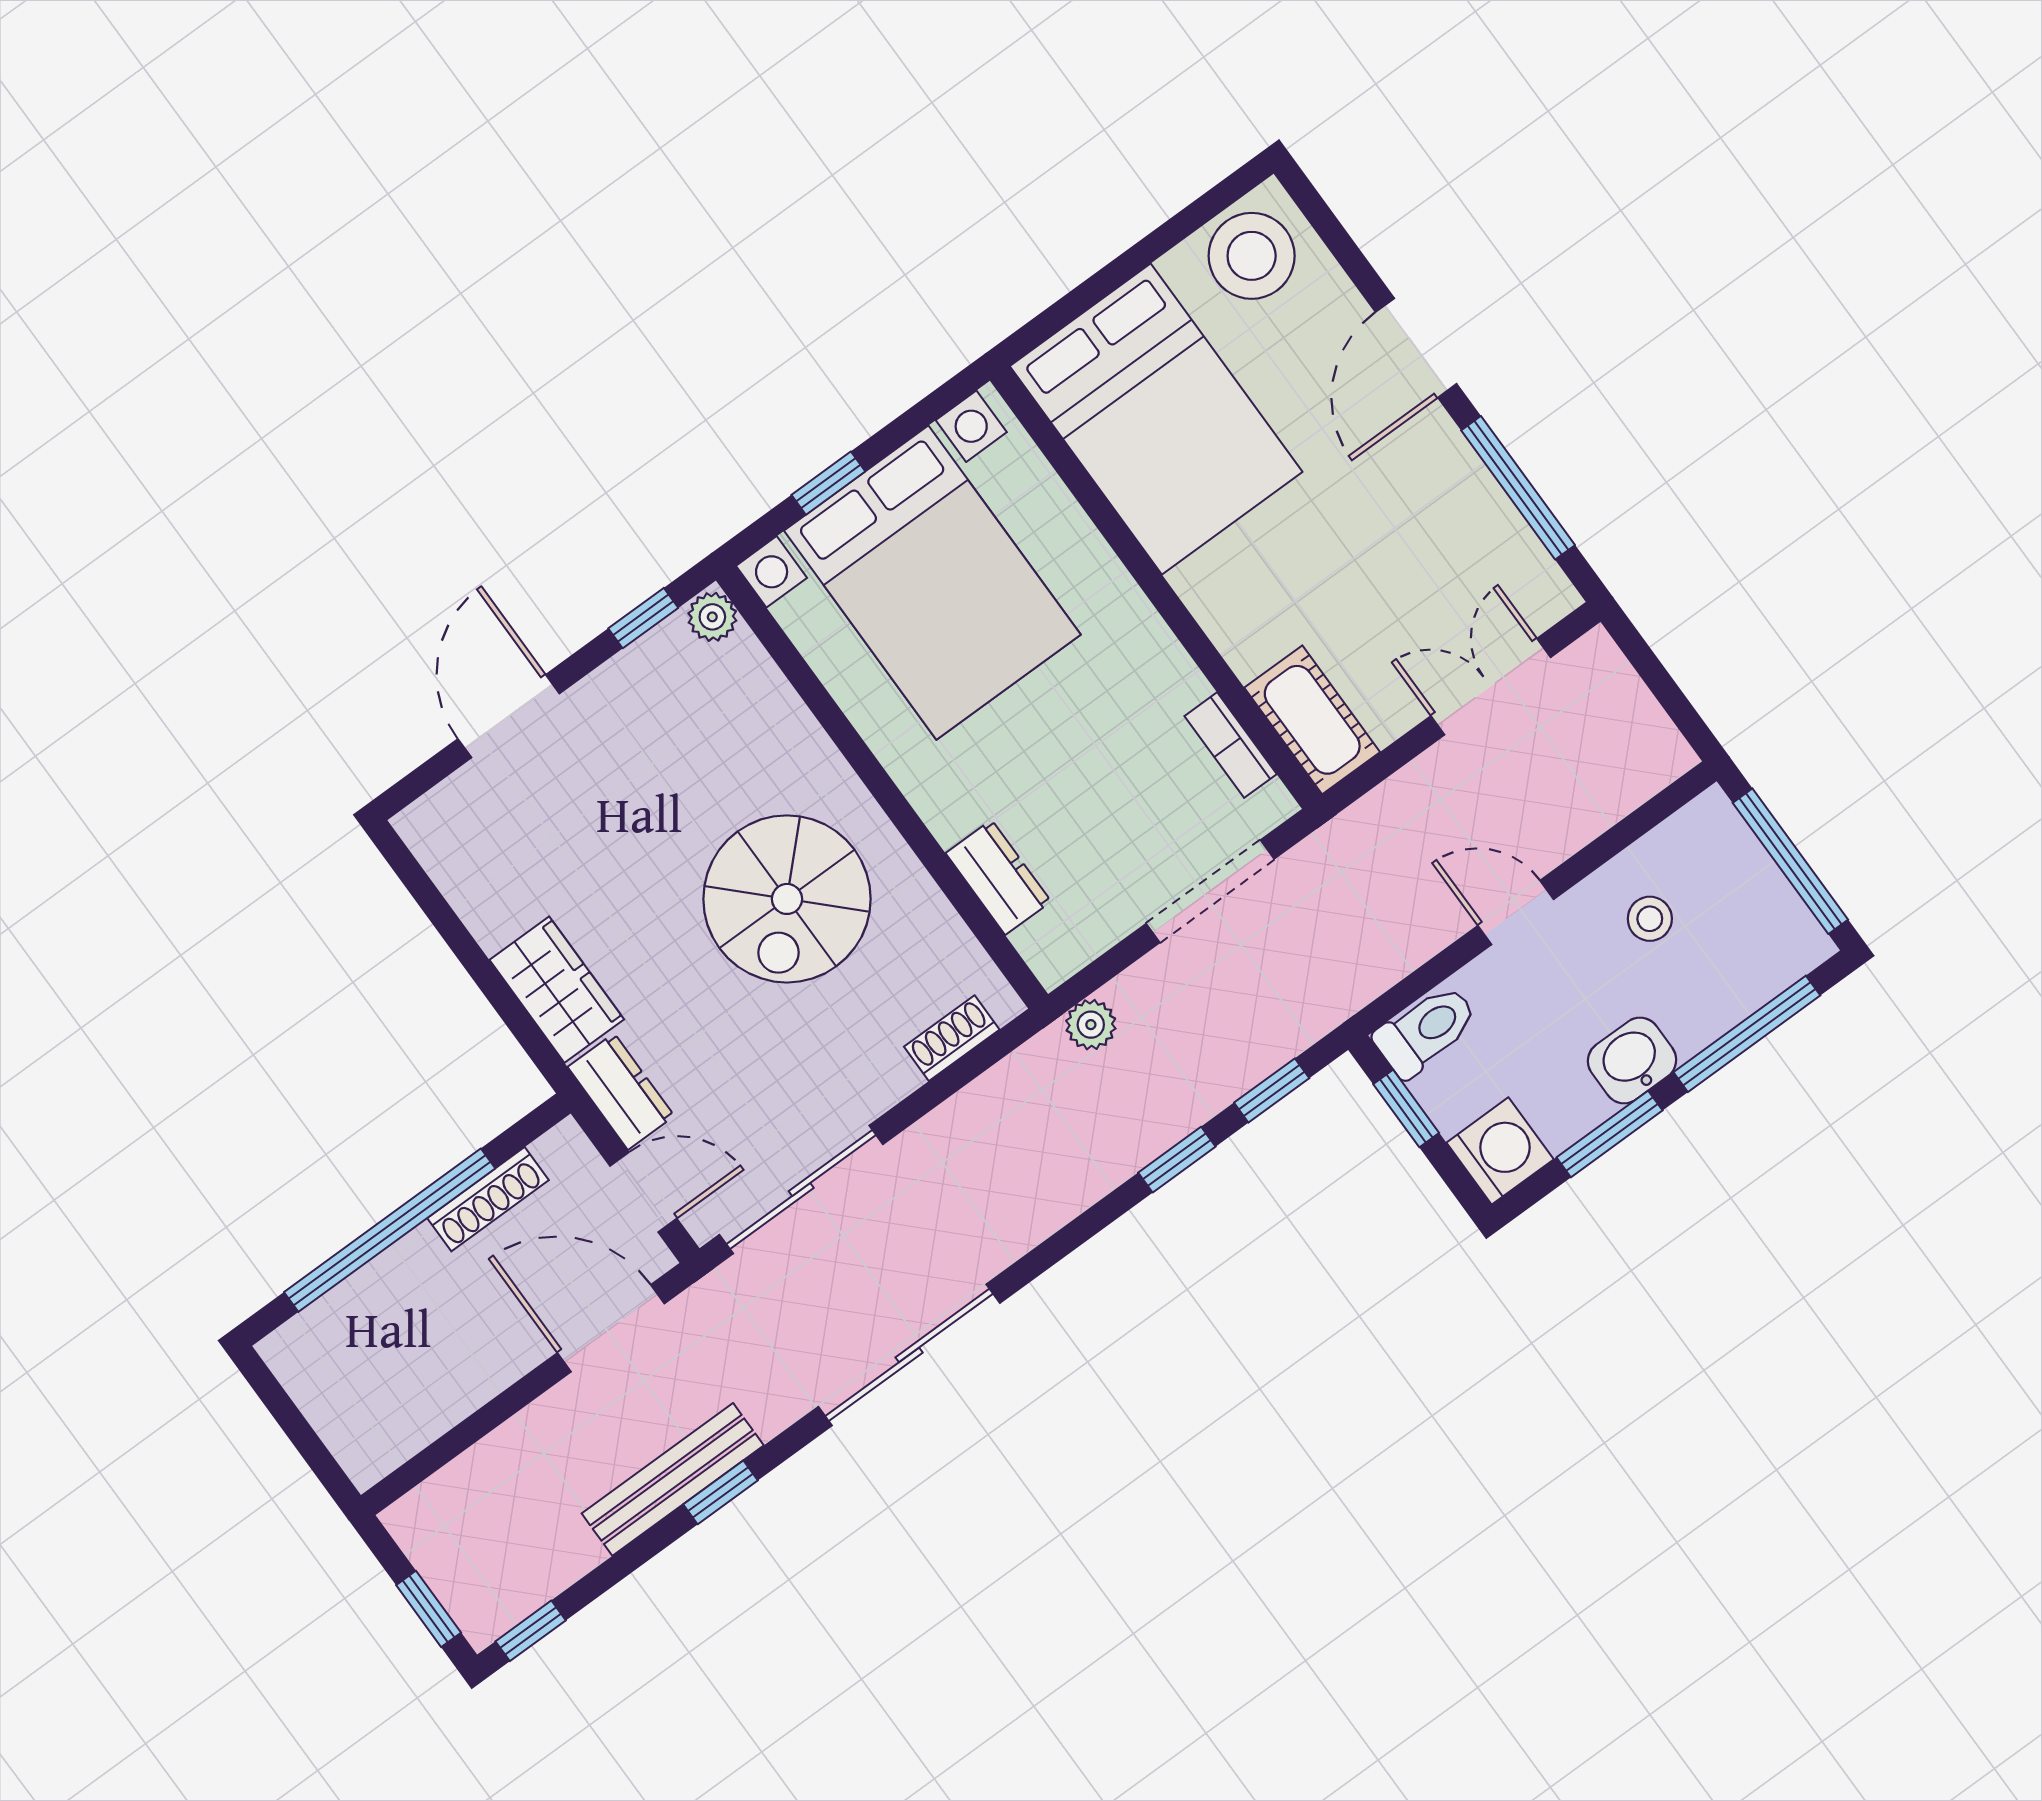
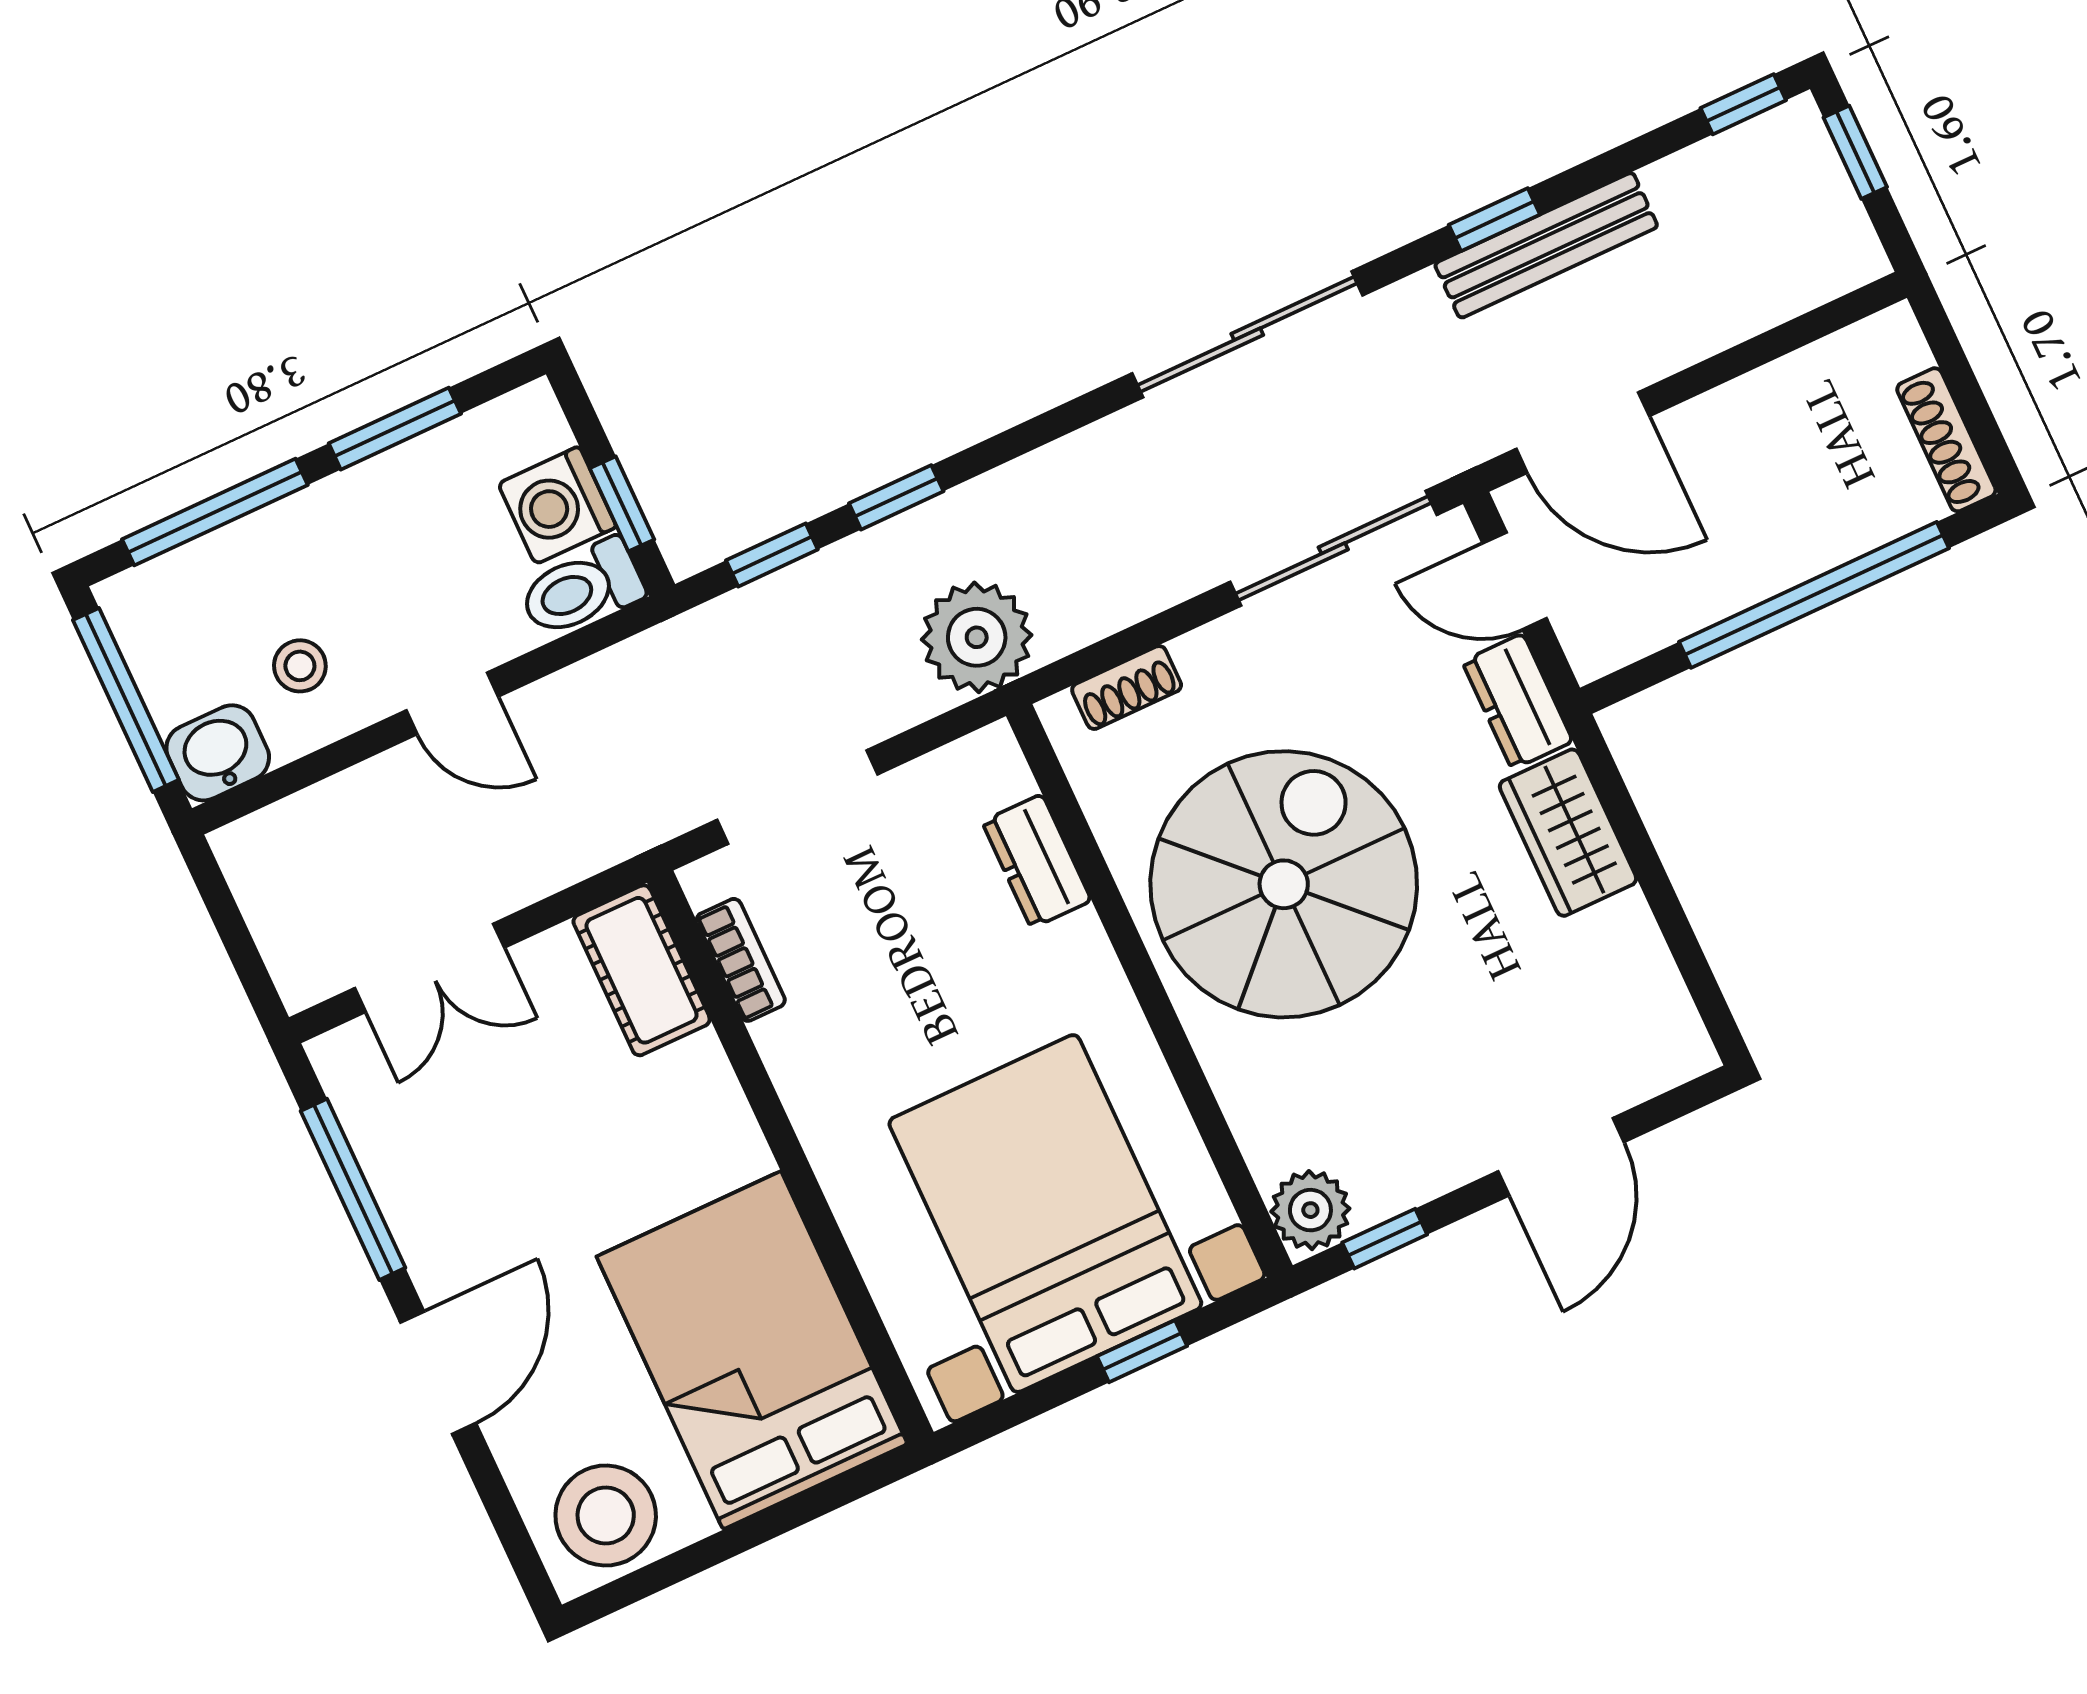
plant: (712, 617) -> (1310, 1210), width x1.38, depth x1.38
spiral stairs: (787, 899) -> (1284, 884), width x1.37, depth x1.37
plant: (1091, 1025) -> (977, 637), width x1.87, depth x1.87
washbasin: (1632, 1060) -> (218, 753), moved, turned 180
washing machine: (1500, 1151) -> (557, 505), moved
shoe rack: (488, 1199) -> (1946, 440), moved, turned -90

